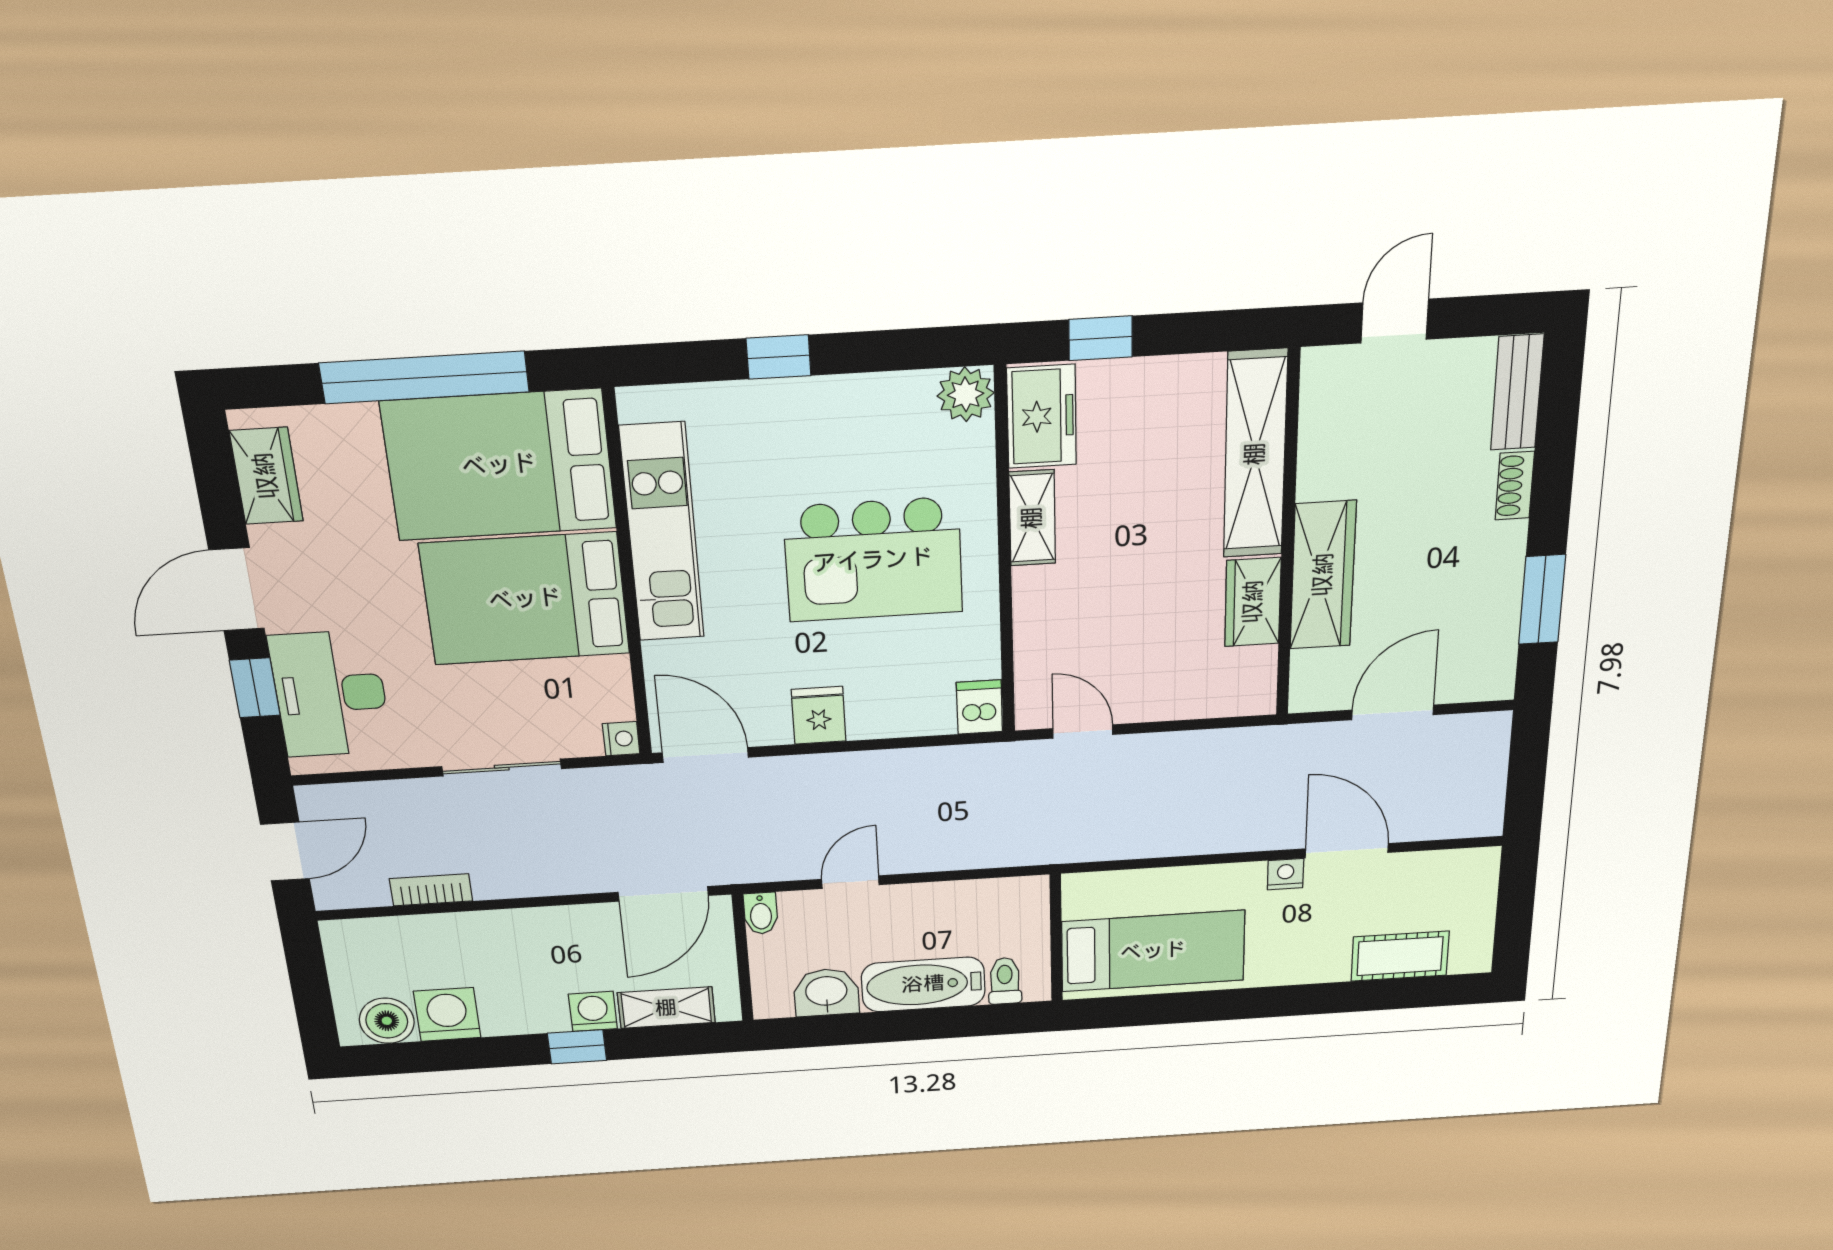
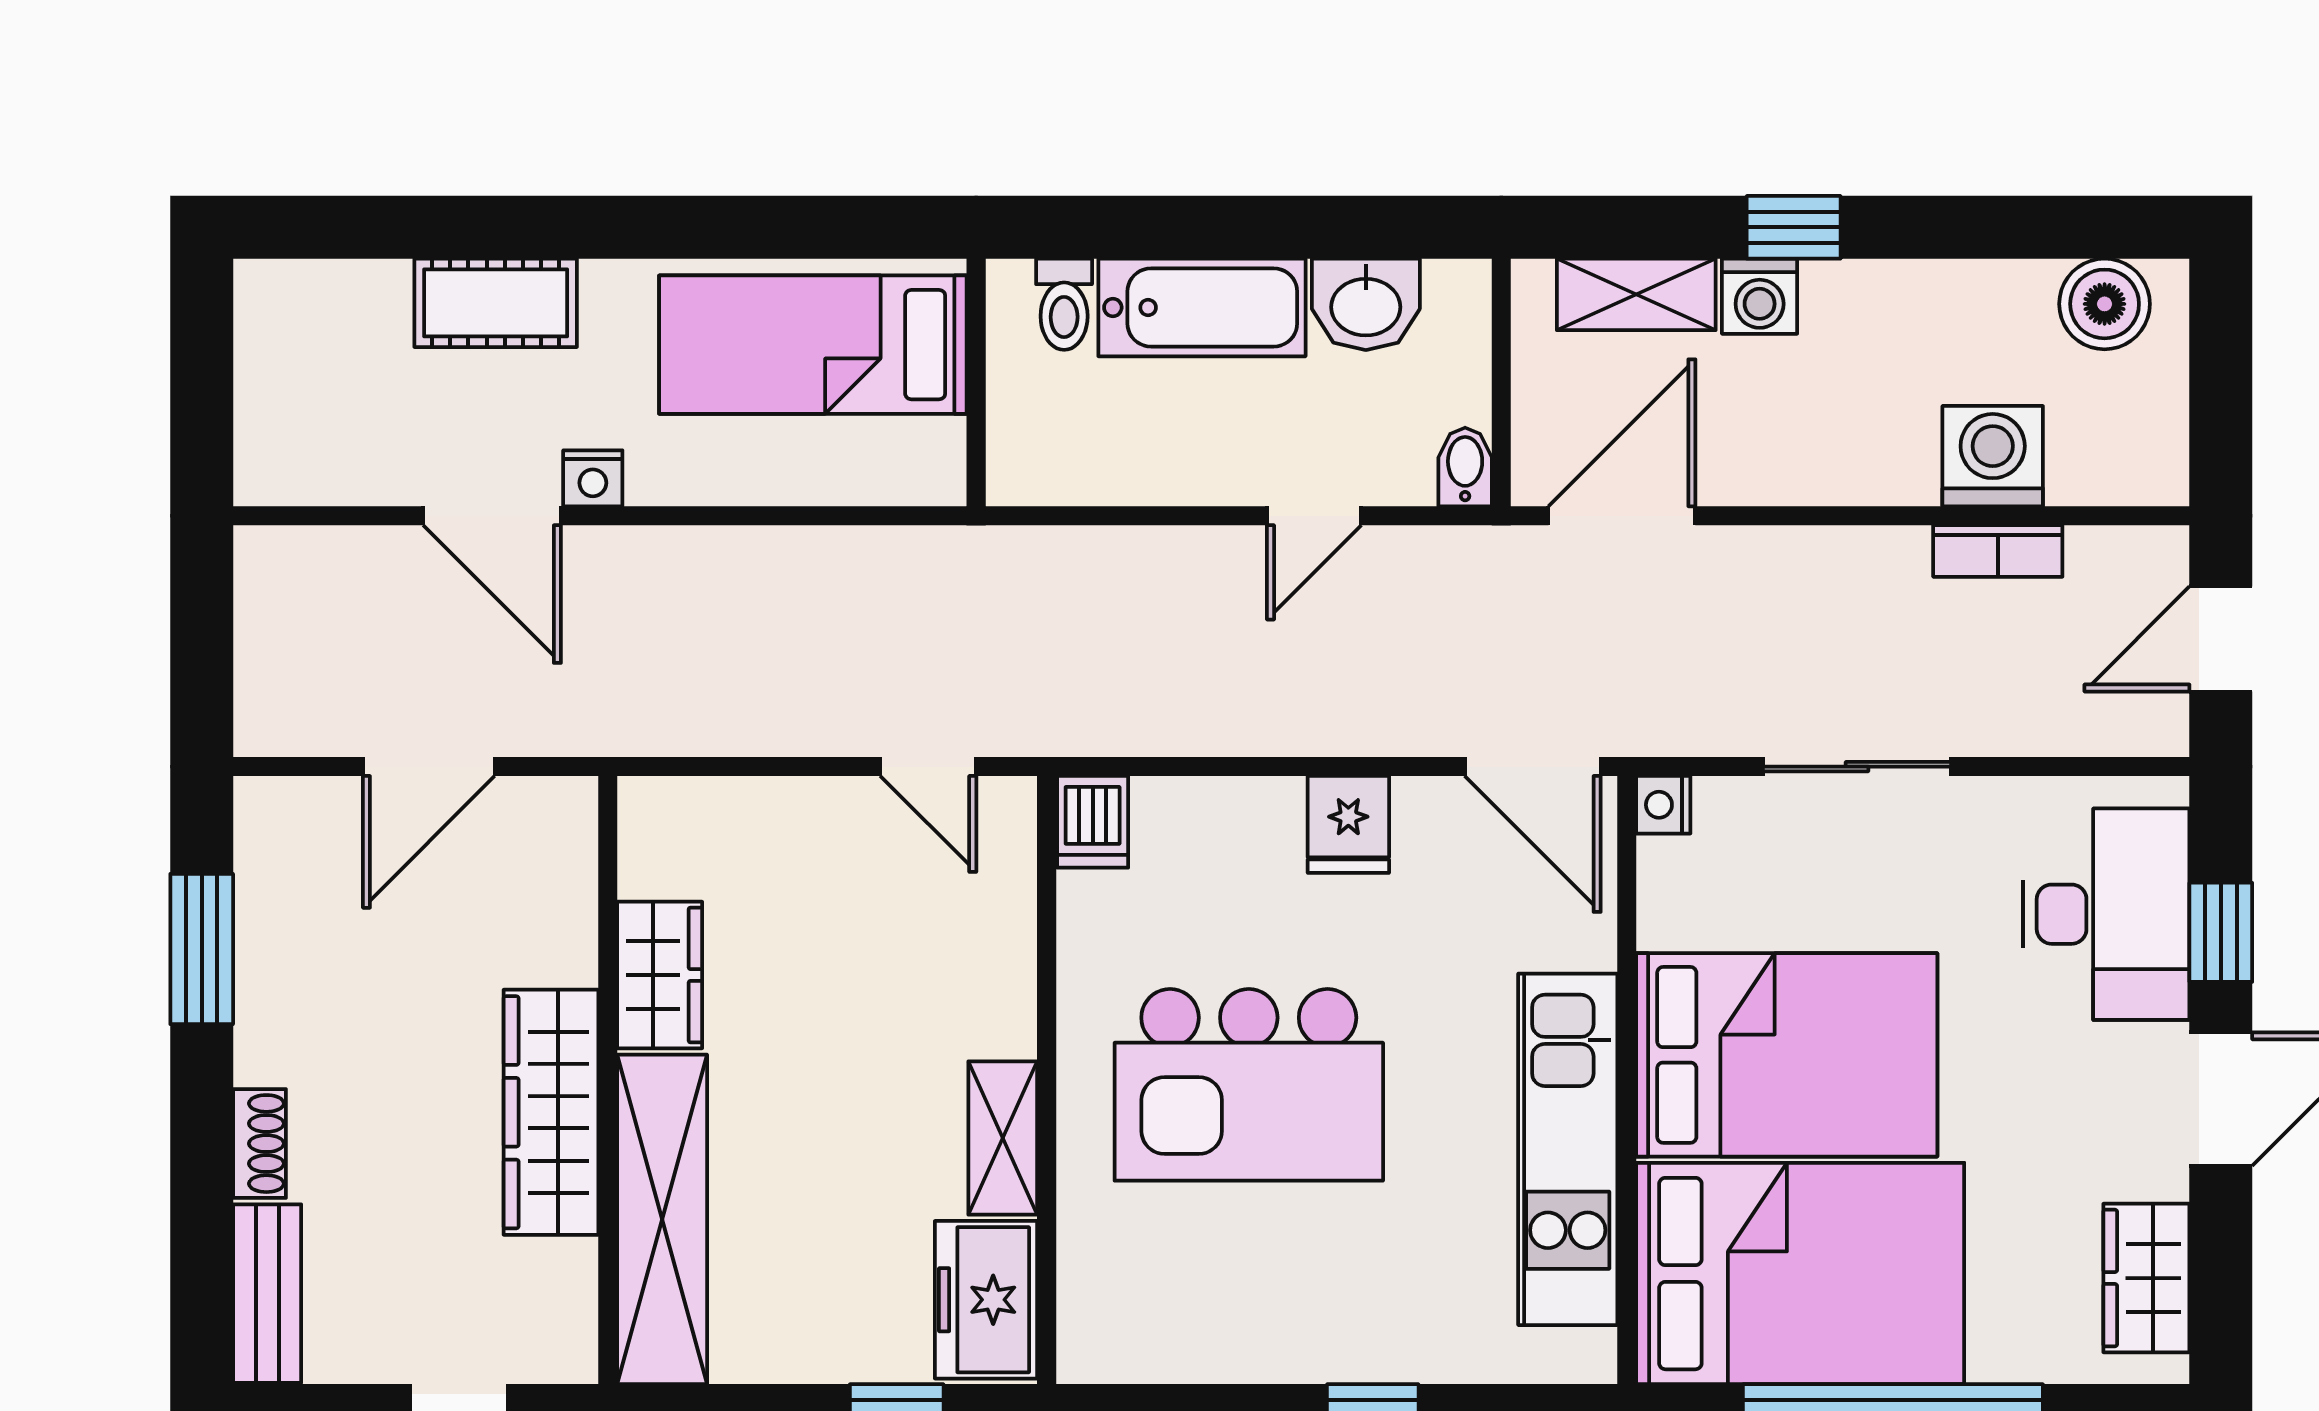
plant: (966, 394) -> (1099, 1341), removed
kitchen island: (873, 560) -> (1249, 1085), turned 180
wardrobe: (1323, 575) -> (551, 1112), moved
cot: (1400, 956) -> (496, 303), moved
washing machine: (447, 1014) -> (1993, 456), moved, turned 180

